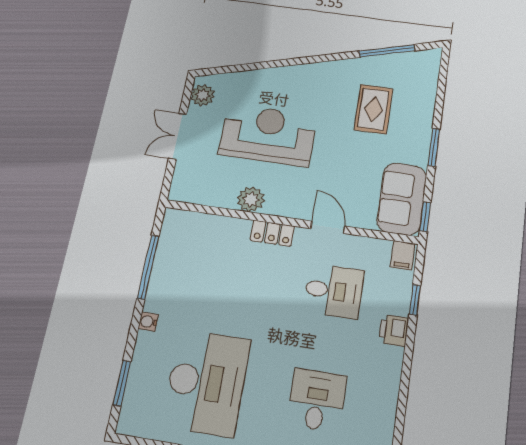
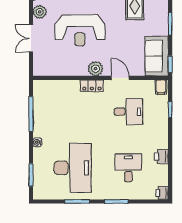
reception desk: (268, 135) -> (80, 30), turned 180
plant: (251, 199) -> (96, 69), moved
printer: (394, 330) -> (161, 156), moved

